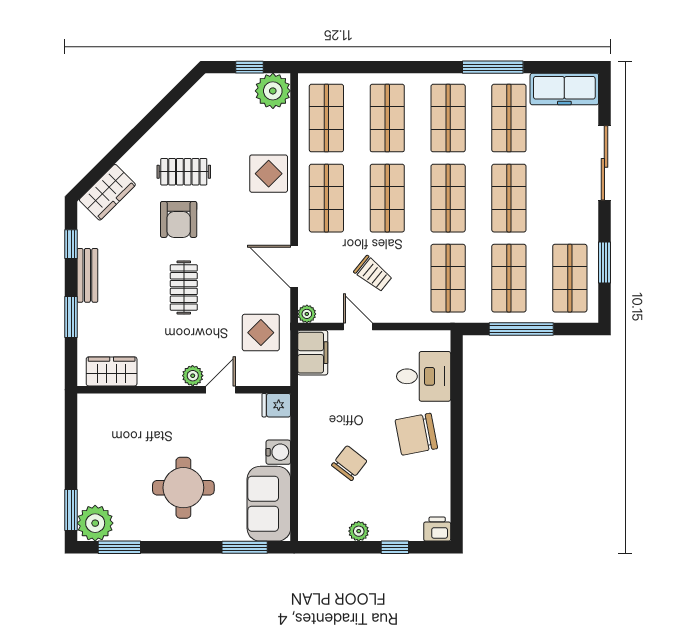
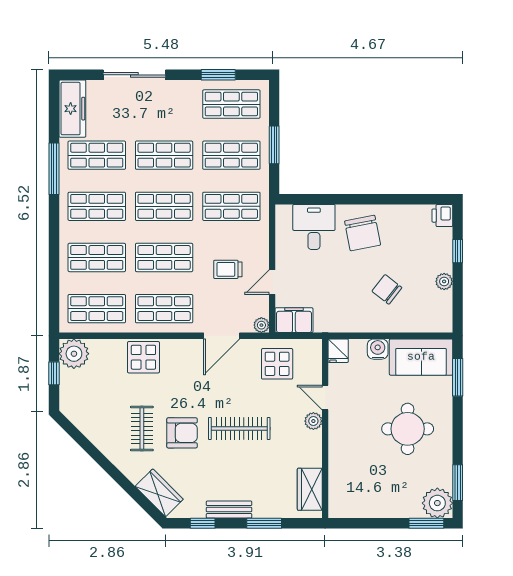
trolley: (373, 274) -> (228, 269), turned -129
clothes rail: (184, 287) -> (239, 429), width x1.36
window: (521, 329) -> (274, 145), width x0.69

